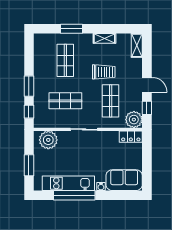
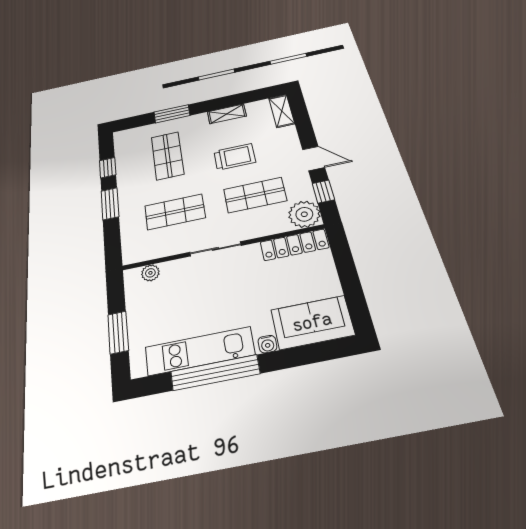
shop shelf: (111, 101) -> (255, 195), turned 90
window: (29, 112) -> (108, 168), moved
locker: (131, 137) -> (294, 245), width x1.53
plant: (48, 140) -> (150, 273), width x0.53, depth x0.53

